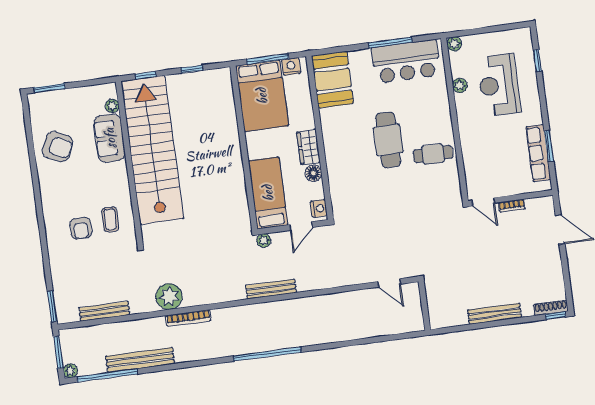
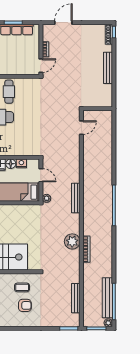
nightstand: (319, 208) -> (21, 163), moved
plant: (169, 297) -> (72, 241), moved
bench: (140, 360) -> (107, 298), moved

